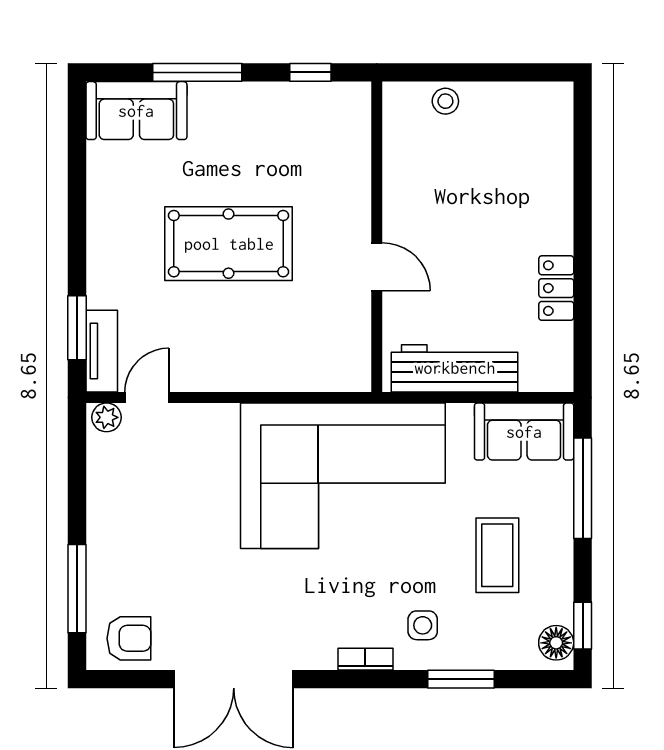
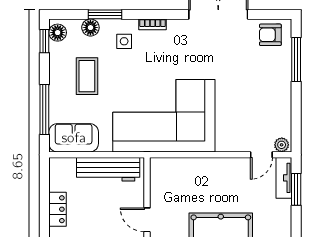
floor lamp: (490, 653) -> (90, 28), added

